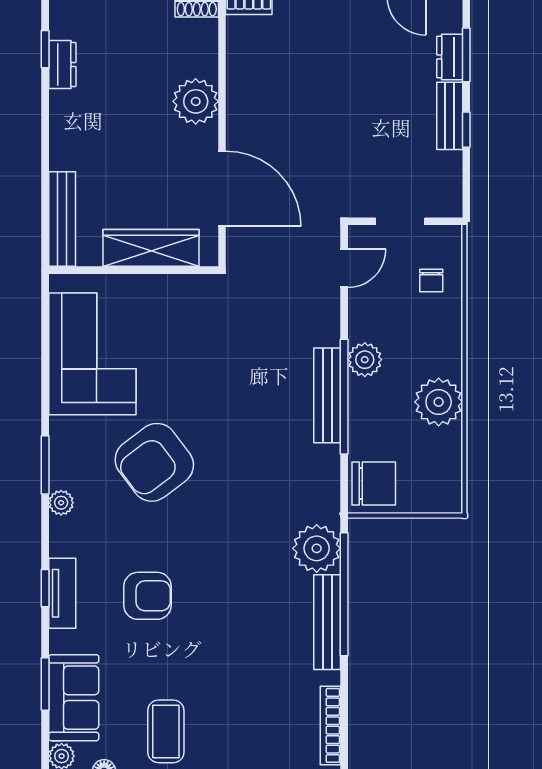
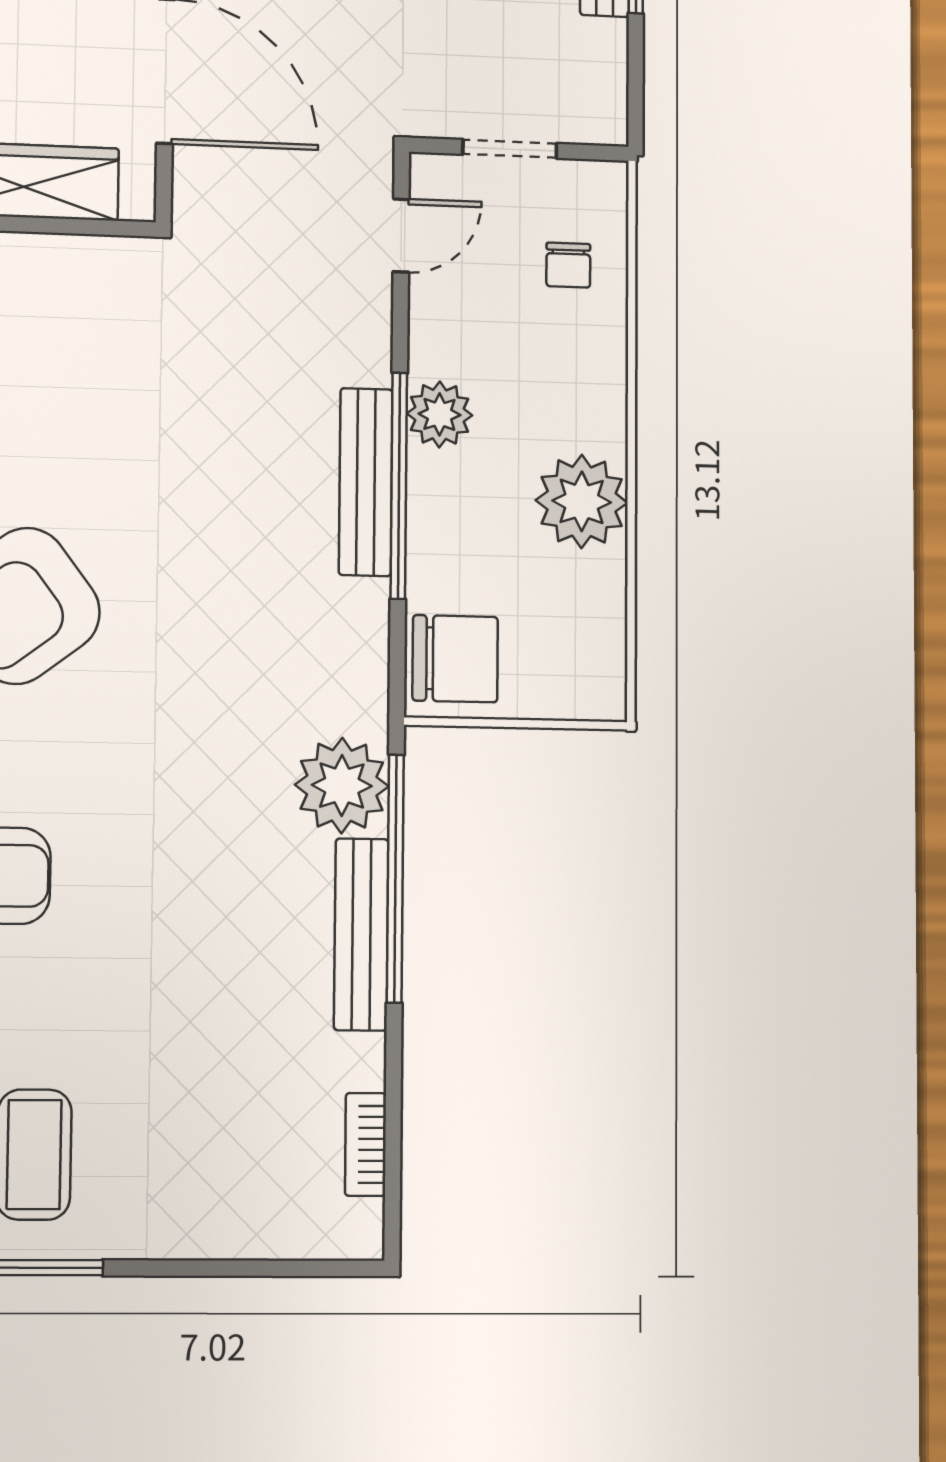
bookcase: (330, 725) -> (366, 1144), width x0.64

